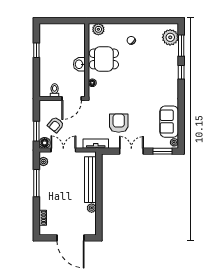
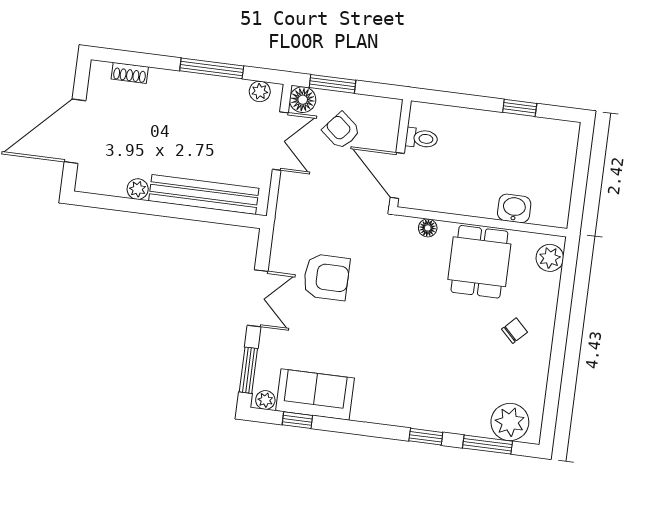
washbasin: (79, 64) -> (514, 208), moved
window: (181, 128) -> (297, 420), added
tv unit: (96, 144) -> (286, 218), removed

